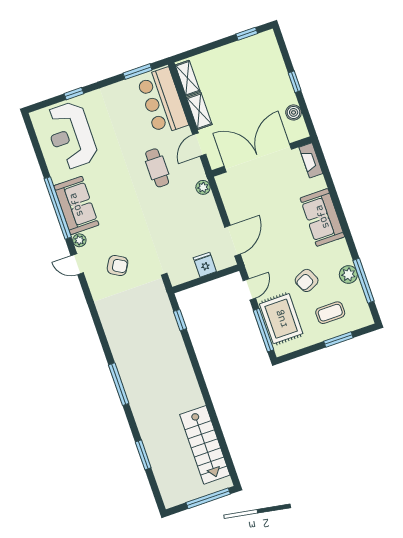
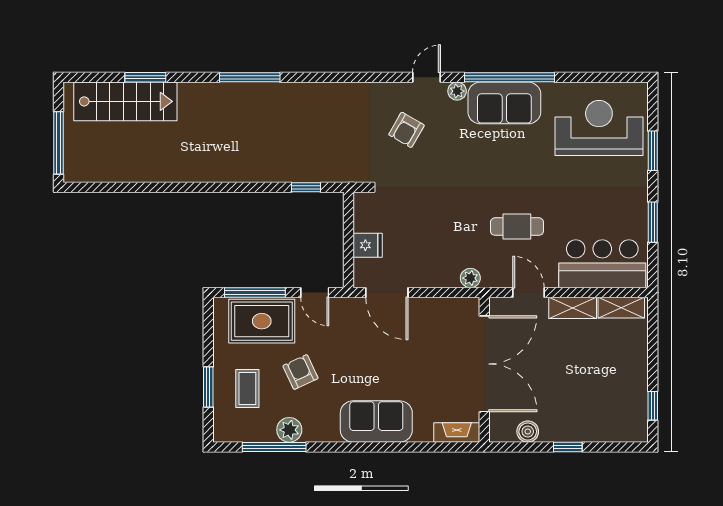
window: (138, 72) -> (653, 222), moved
window: (74, 94) -> (653, 151), width x1.50
stairs: (205, 445) -> (125, 101), moved, turned 180

